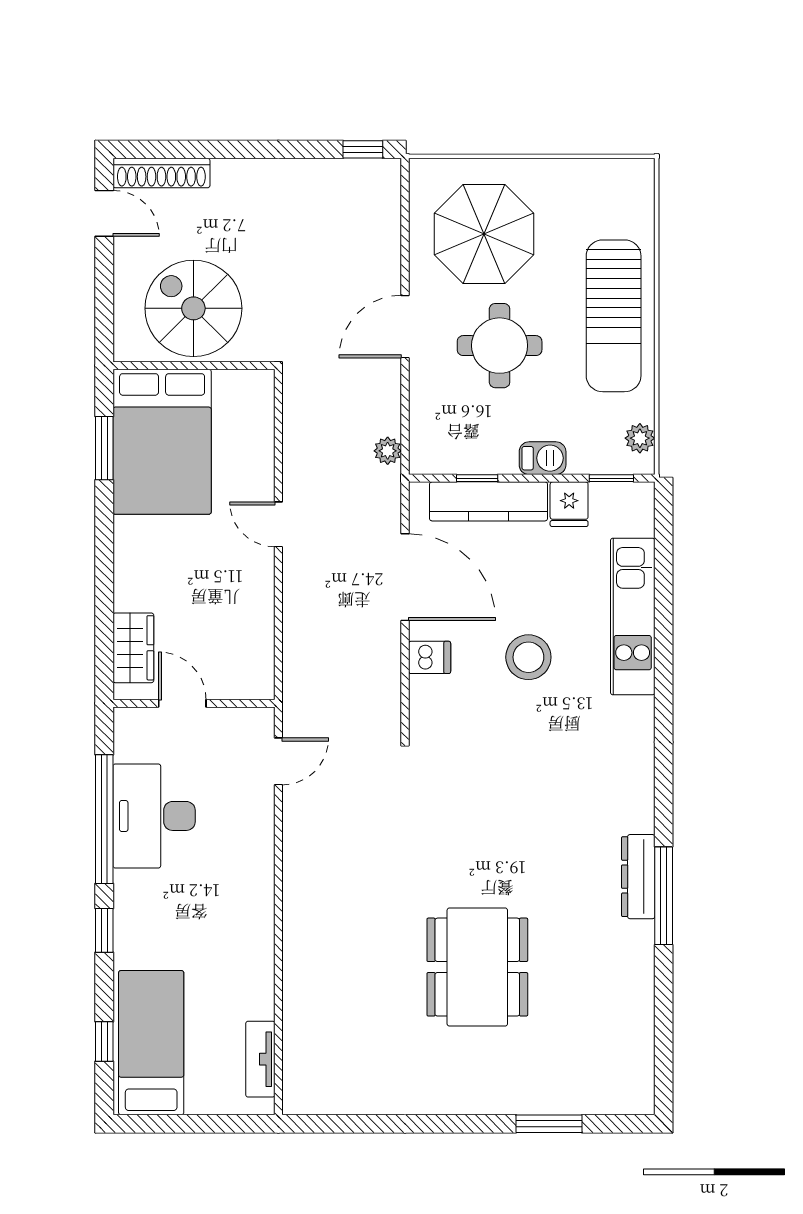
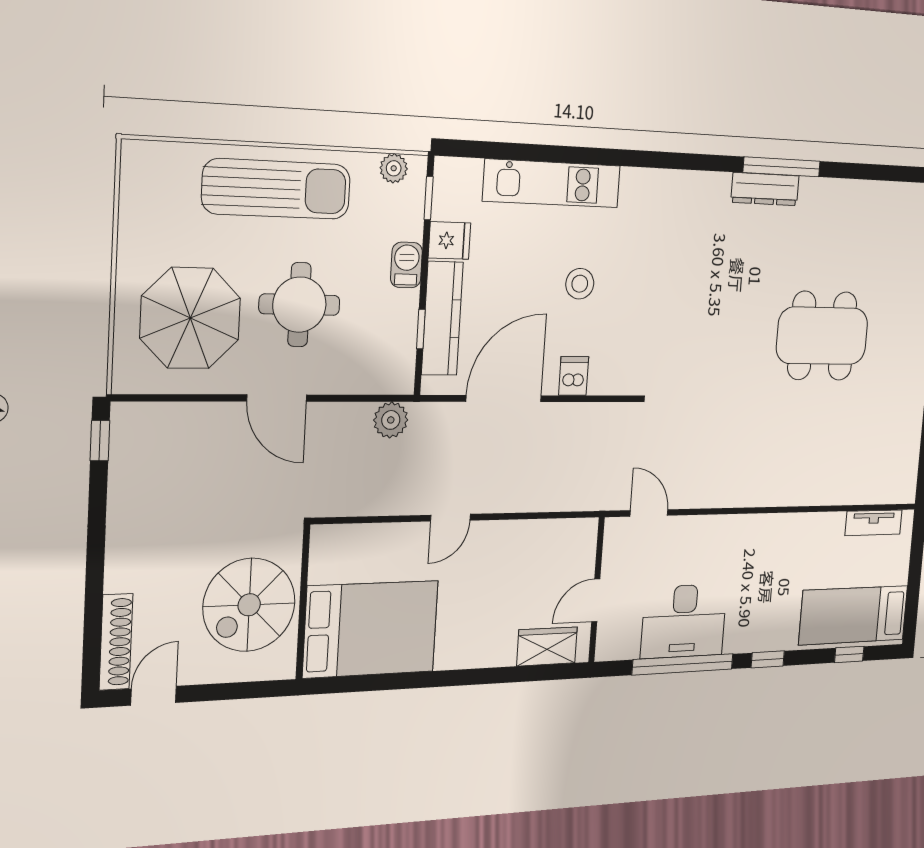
window: (104, 448) -> (373, 683), removed
plant: (388, 451) -> (391, 420), width x1.38, depth x1.38
stool: (528, 657) -> (580, 284), width x0.73, depth x0.73

